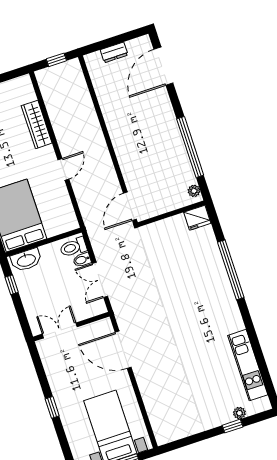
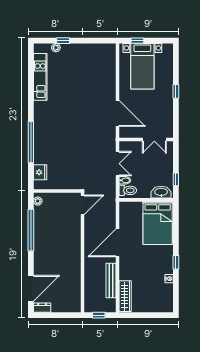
dresser: (114, 52) -> (42, 308), moved
bench: (55, 114) -> (111, 280), added
wardrobe: (37, 124) -> (125, 296), moved
door: (63, 169) -> (118, 243), width x1.87
fridge: (197, 218) -> (40, 172), moved, turned 90

